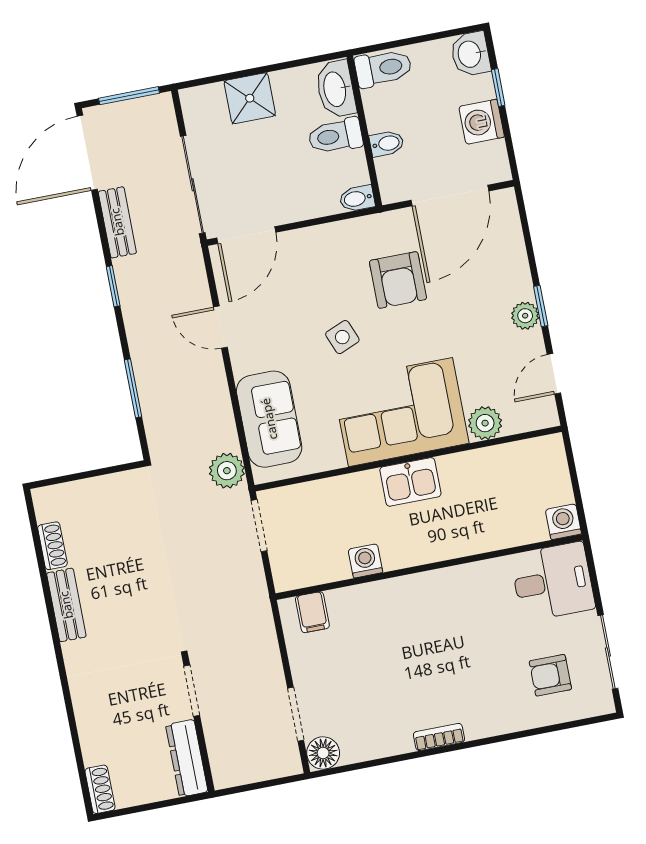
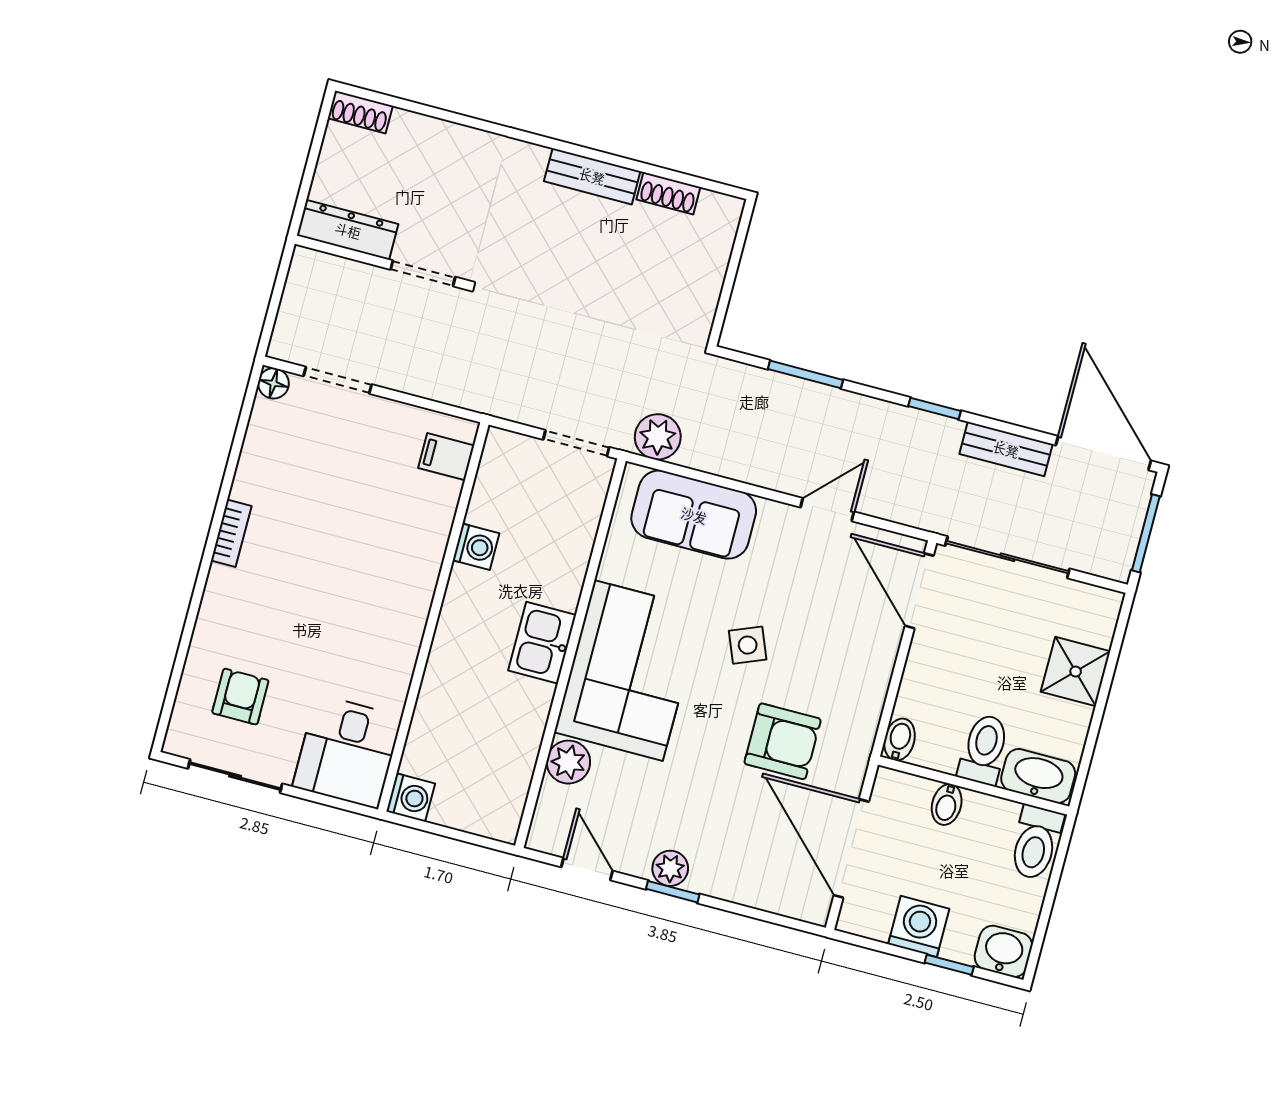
armchair: (398, 280) -> (783, 741), turned 180
floor lamp: (323, 753) -> (273, 383), width x0.73, depth x0.73

